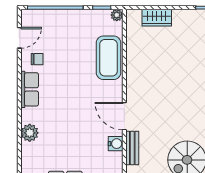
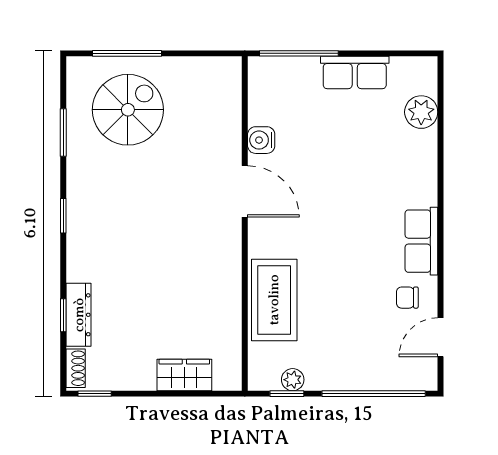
plant: (117, 15) -> (293, 380), moved
plant: (30, 133) -> (421, 112), moved
bench: (132, 148) -> (230, 132), removed

